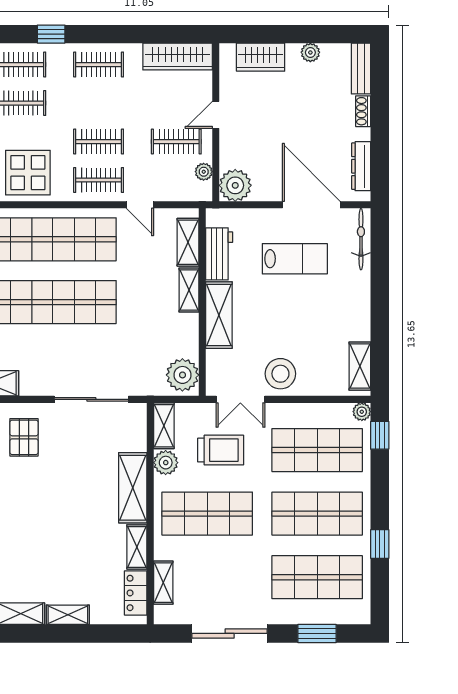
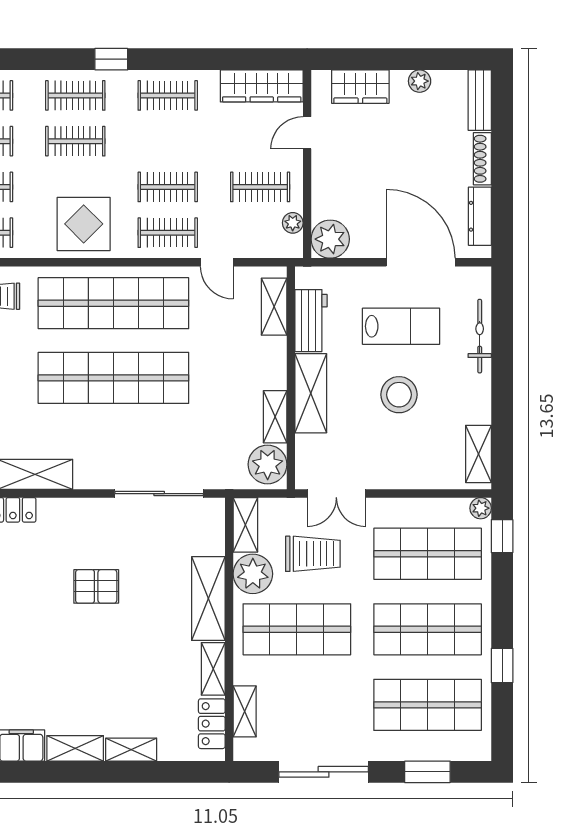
shoe rack: (363, 111) -> (482, 159), width x1.43
door: (216, 115) -> (307, 133), moved
bicycle: (361, 239) -> (480, 336), moved
shelving: (189, 290) -> (275, 417), moved
stool: (280, 374) -> (399, 395), moved
pallet: (24, 437) -> (96, 586), moved, turned 90
plant: (166, 463) -> (253, 574), width x1.36, depth x1.36

